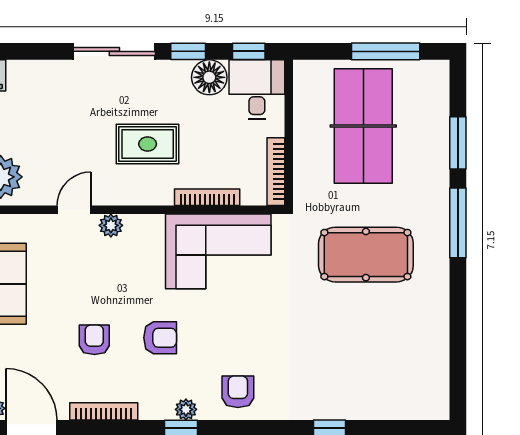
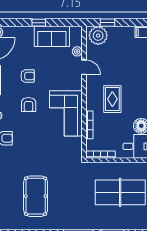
plant: (111, 225) -> (77, 51), moved
corner sofa: (218, 251) -> (66, 113), moved
pool table: (366, 255) -> (36, 196), moved

